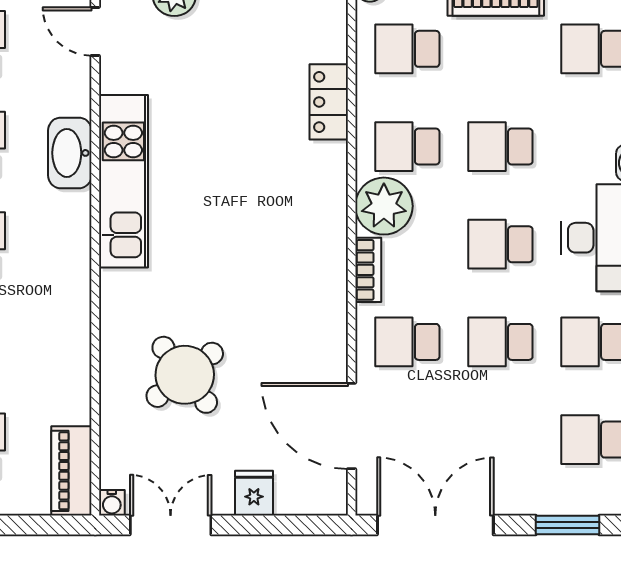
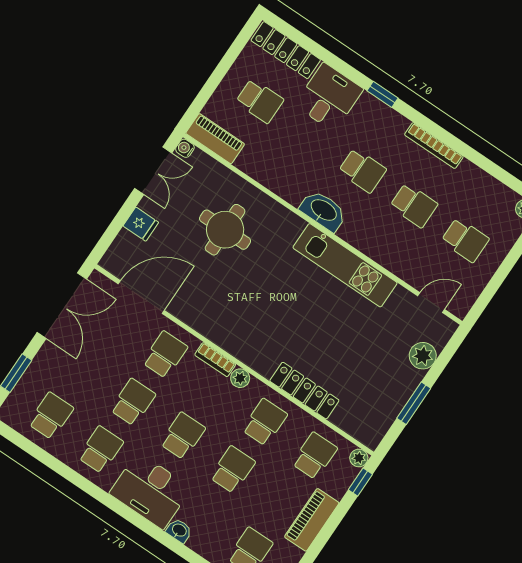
locker: (329, 102) -> (304, 391), width x1.53
washbasin: (70, 153) -> (323, 211), moved
plant: (384, 206) -> (240, 378), width x0.53, depth x0.53
round table: (185, 375) -> (225, 230), turned 38

